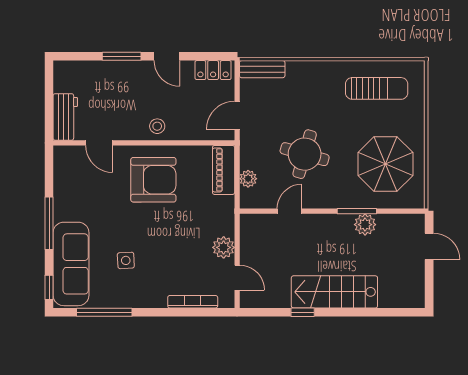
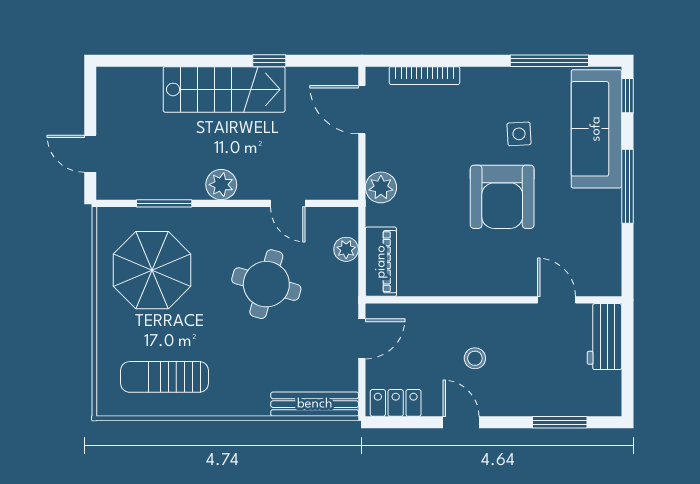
window: (122, 56) -> (560, 422), moved
bench: (262, 69) -> (315, 404), width x1.36
stool: (157, 126) -> (475, 358), moved
armchair: (153, 180) -> (502, 197), moved, turned -90
door: (289, 211) -> (288, 203), hinge flipped
window: (357, 211) -> (164, 203), moved
plant: (365, 225) -> (221, 185), moved
plant: (224, 247) -> (381, 187), moved
door: (237, 278) -> (362, 110), width x1.38

